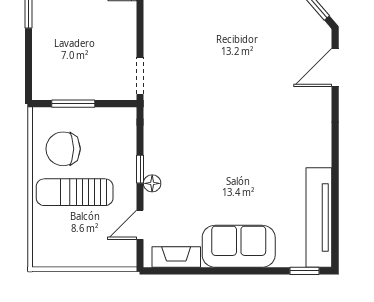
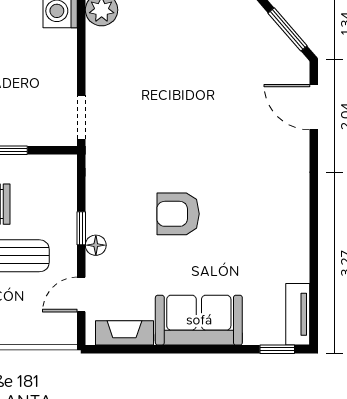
door: (335, 67) -> (314, 107), hinge flipped
armchair: (221, 157) -> (178, 214), added
tv unit: (319, 217) -> (298, 314), width x0.52, depth x0.78

